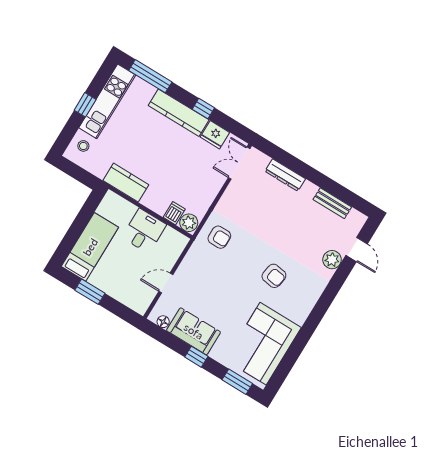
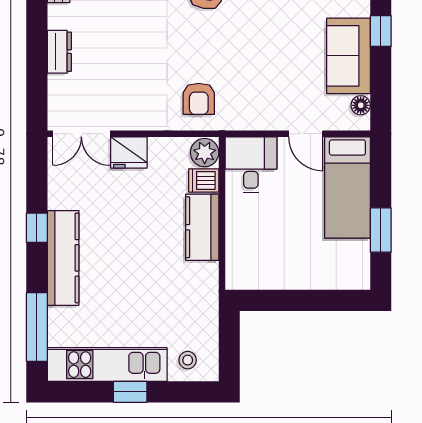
fridge: (215, 135) -> (129, 153), moved, turned 90
dresser: (285, 175) -> (59, 52), width x0.70
kitchen counter: (126, 183) -> (202, 227), moved
desk: (144, 231) -> (251, 165), moved, turned 90
armchair: (219, 237) -> (199, 99), turned 180
bed: (90, 247) -> (347, 188), moved, turned -90

